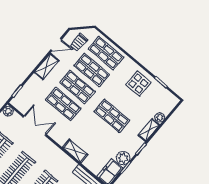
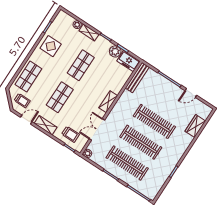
door: (56, 45) -> (26, 120), hinge flipped
shop shelf: (92, 70) -> (44, 87), removed
trolley: (33, 94) -> (70, 134), added
shop shelf: (63, 104) -> (76, 107), removed
shelving: (75, 151) -> (108, 102), moved

